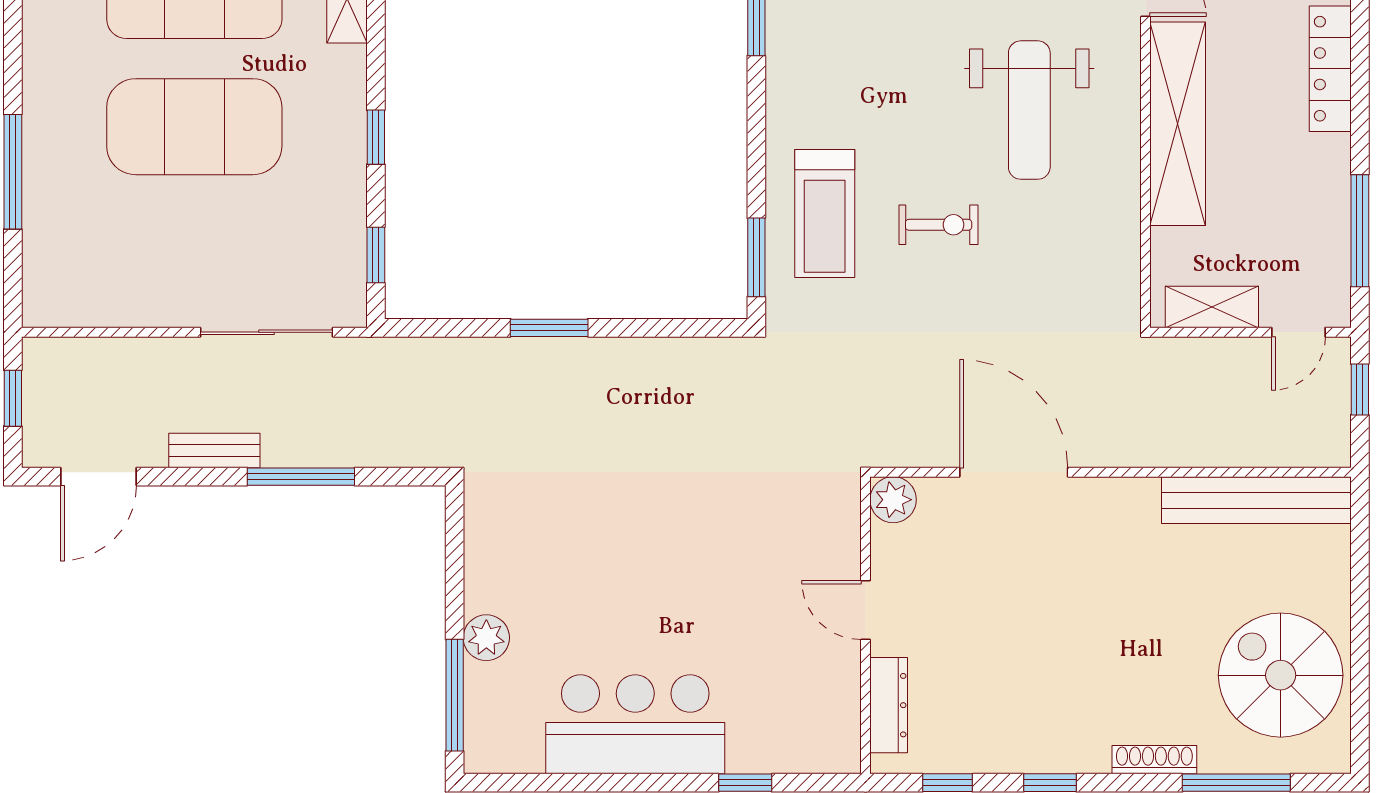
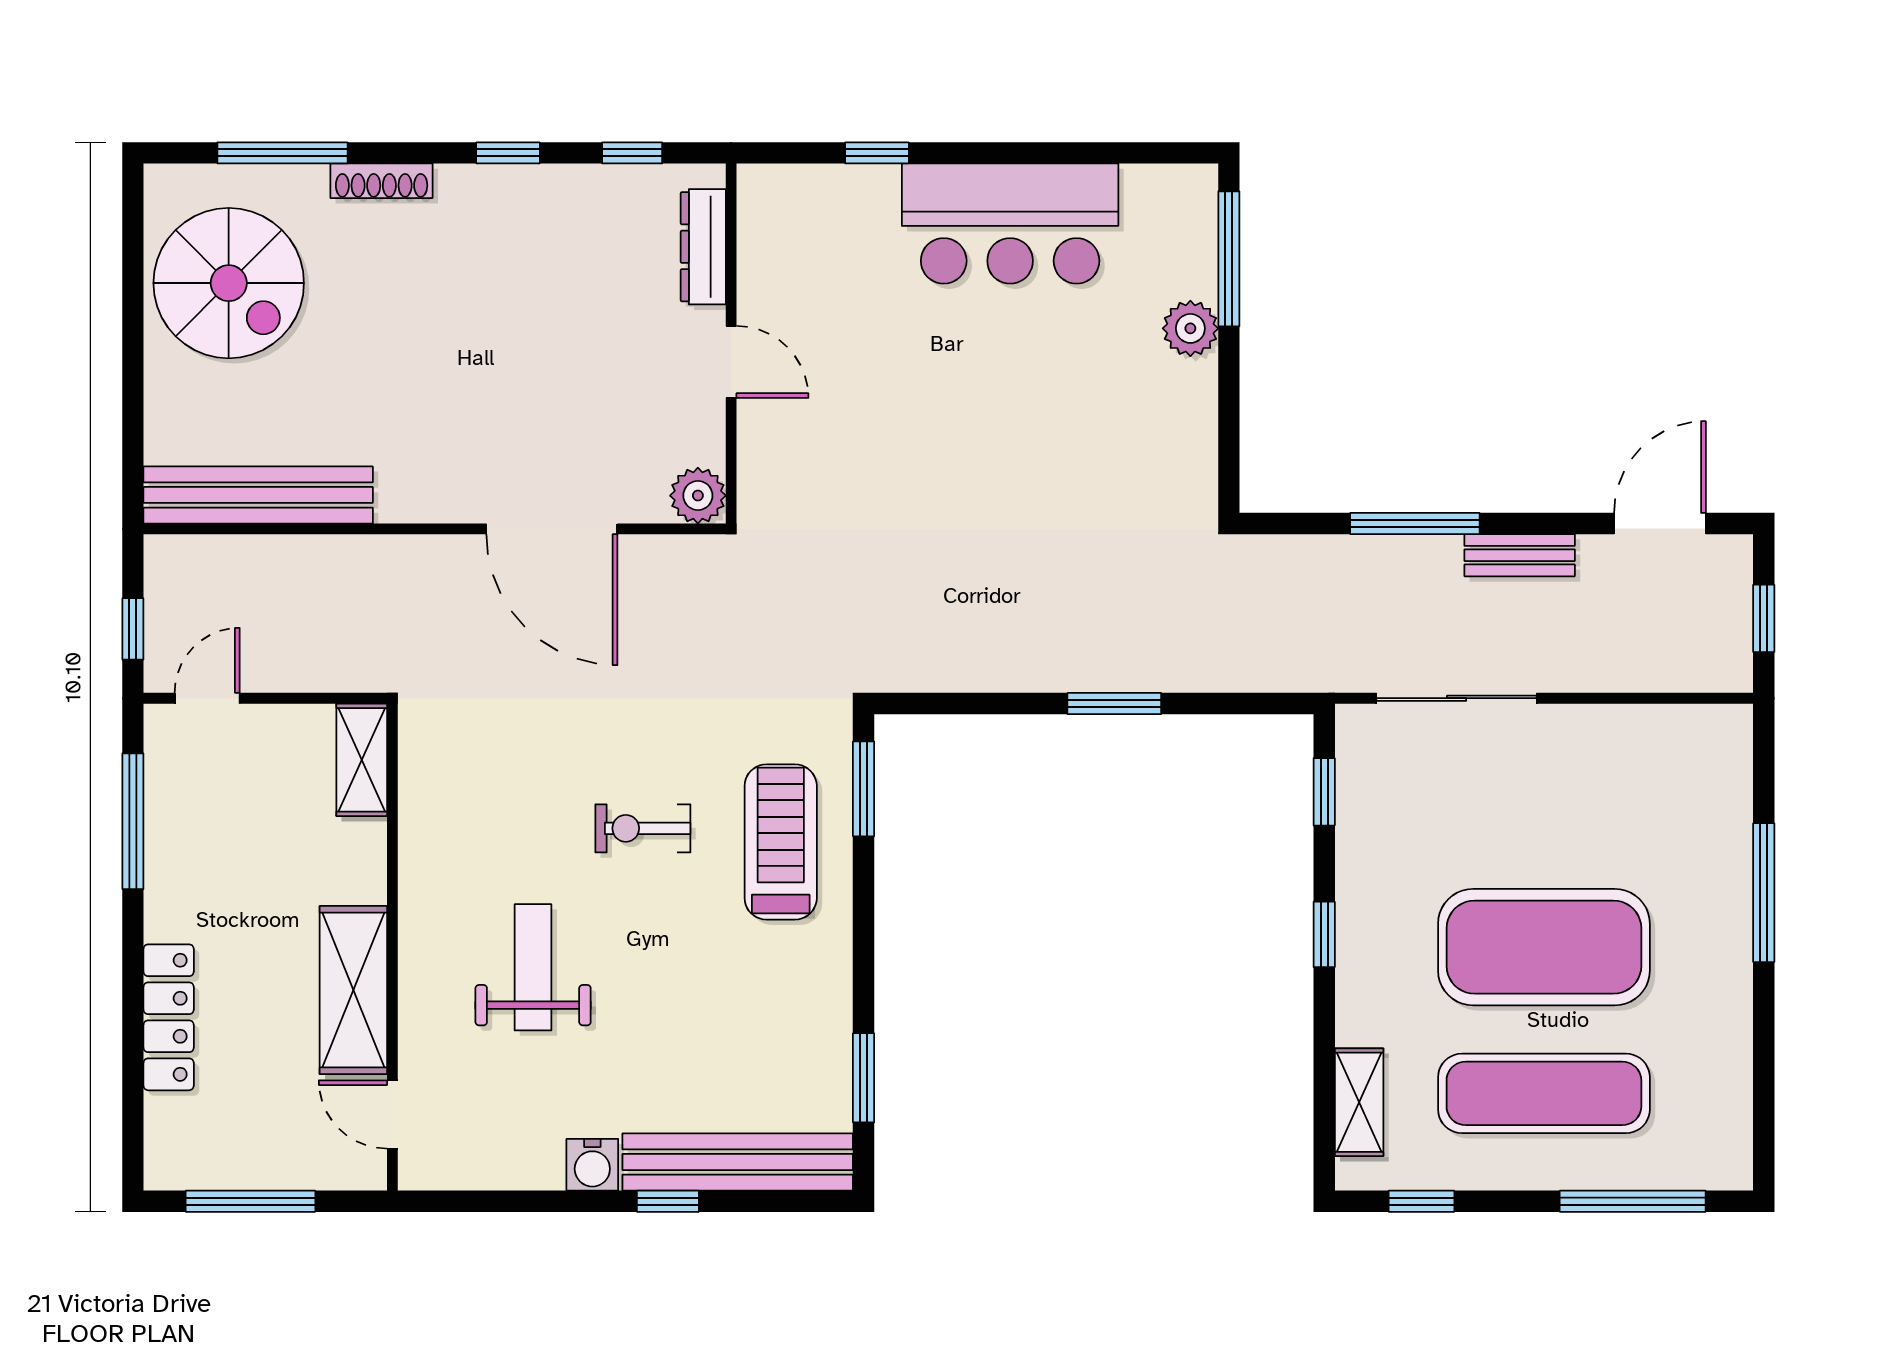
weight bench: (1029, 110) -> (533, 967), width x0.73, depth x0.75
shelving: (1178, 124) -> (353, 990), width x0.68
shelving: (1212, 307) -> (362, 760), moved, turned 90

